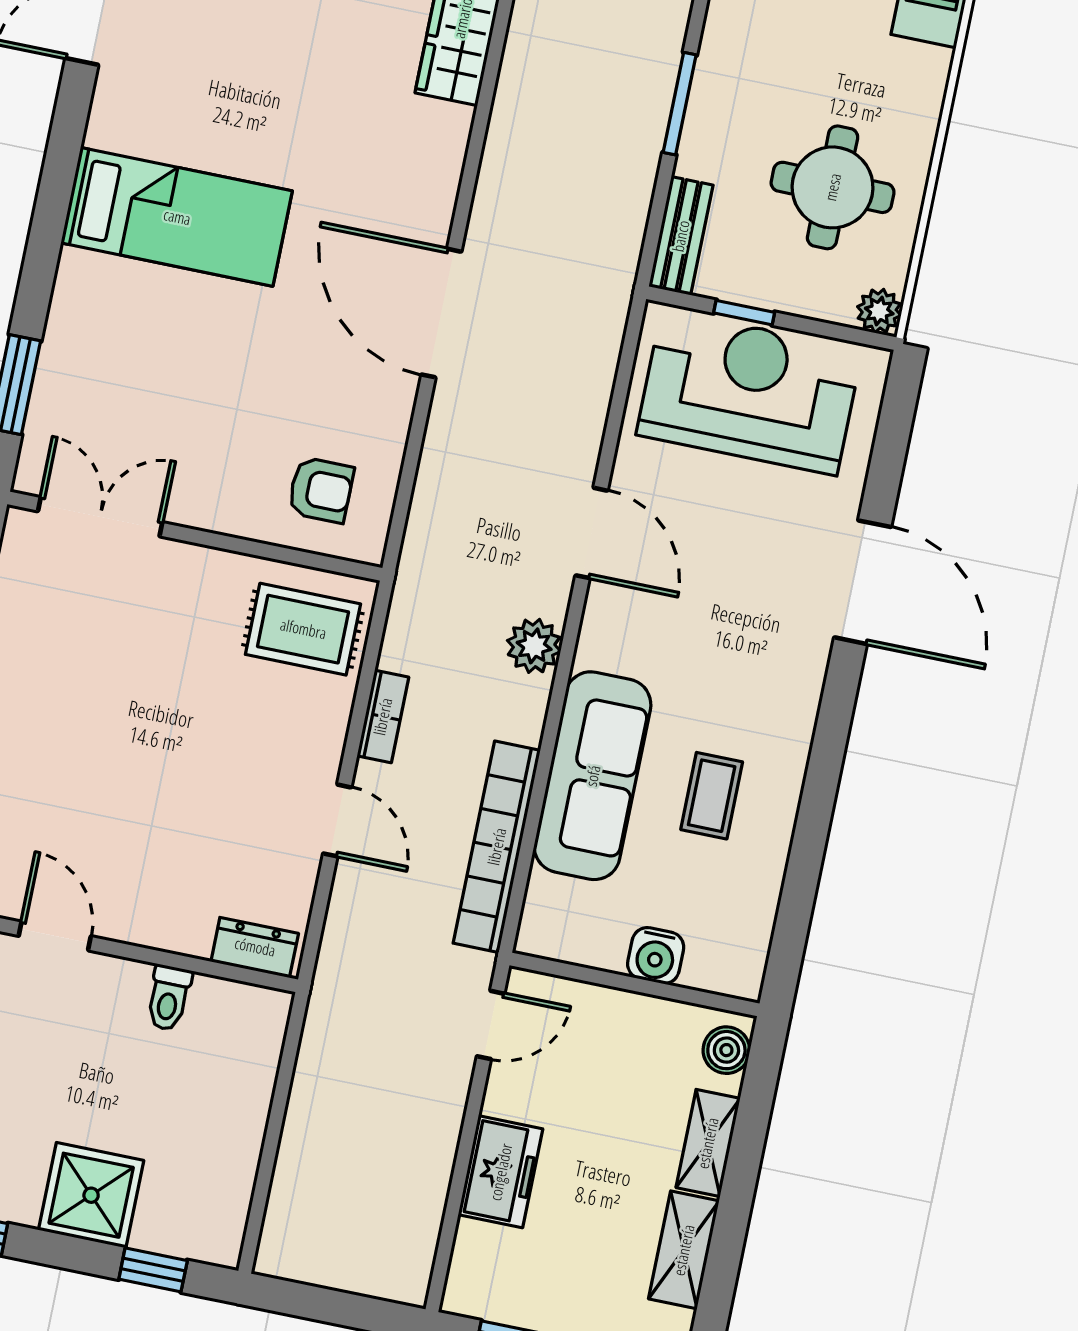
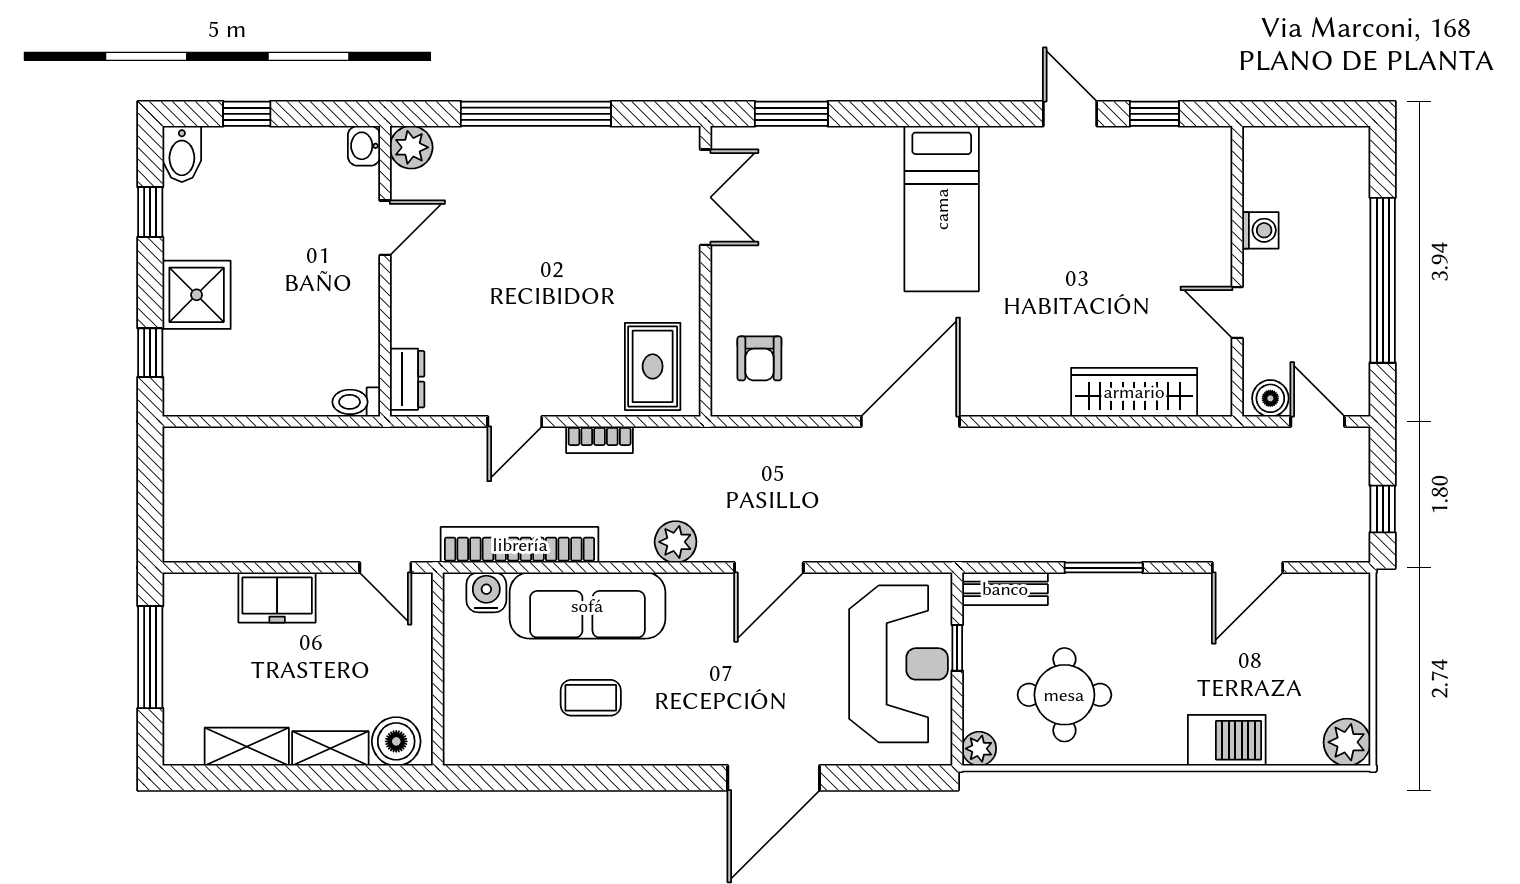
water cooler: (656, 956) -> (486, 592), moved, turned 90
toilet: (169, 998) -> (356, 402), moved
boiler: (726, 1050) -> (396, 741), width x1.36, depth x1.36

